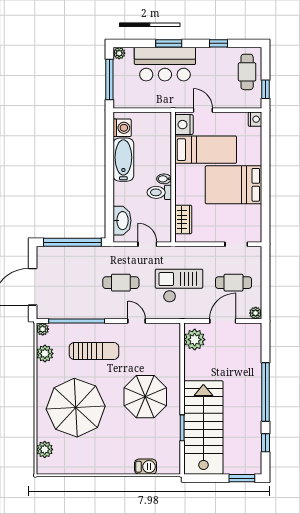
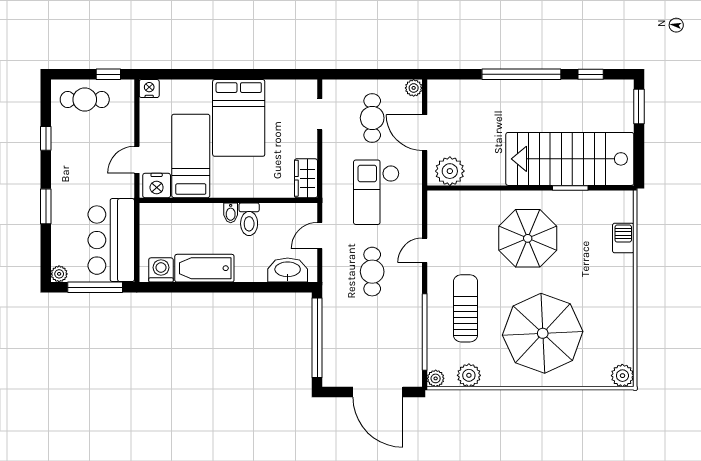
bar counter: (165, 64) -> (111, 240), moved, turned 180
wardrobe: (183, 219) -> (306, 178), moved, turned -90
plant: (45, 449) -> (622, 376), moved

